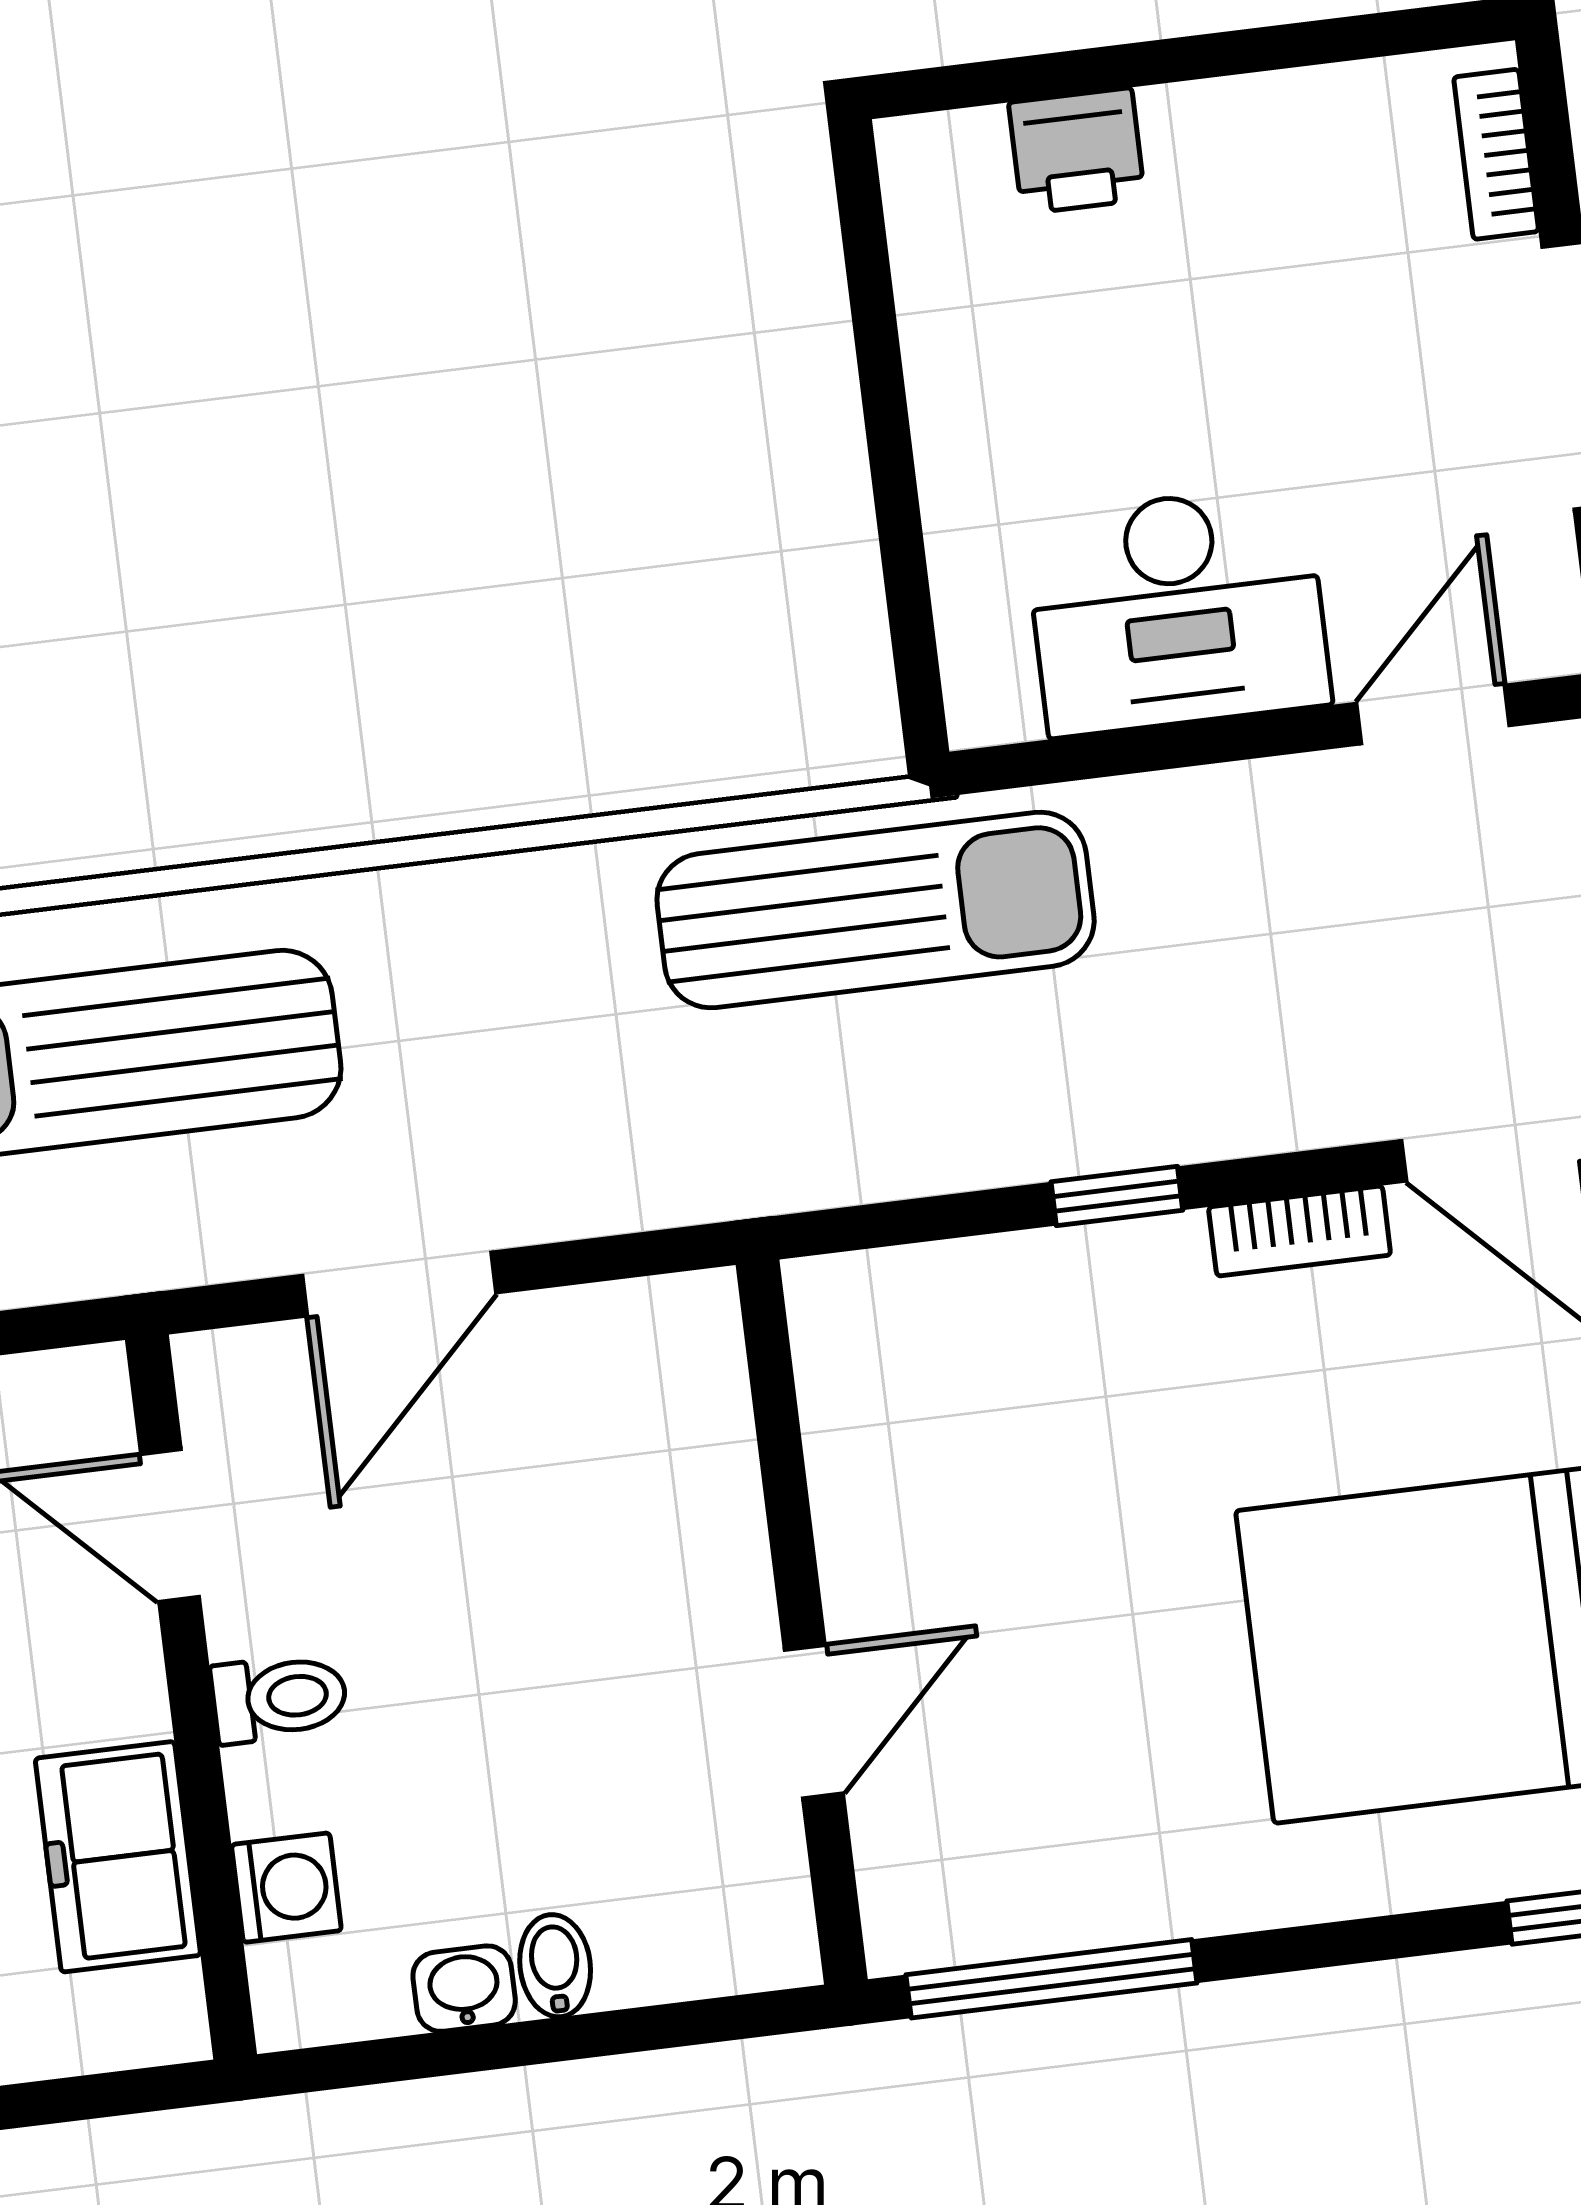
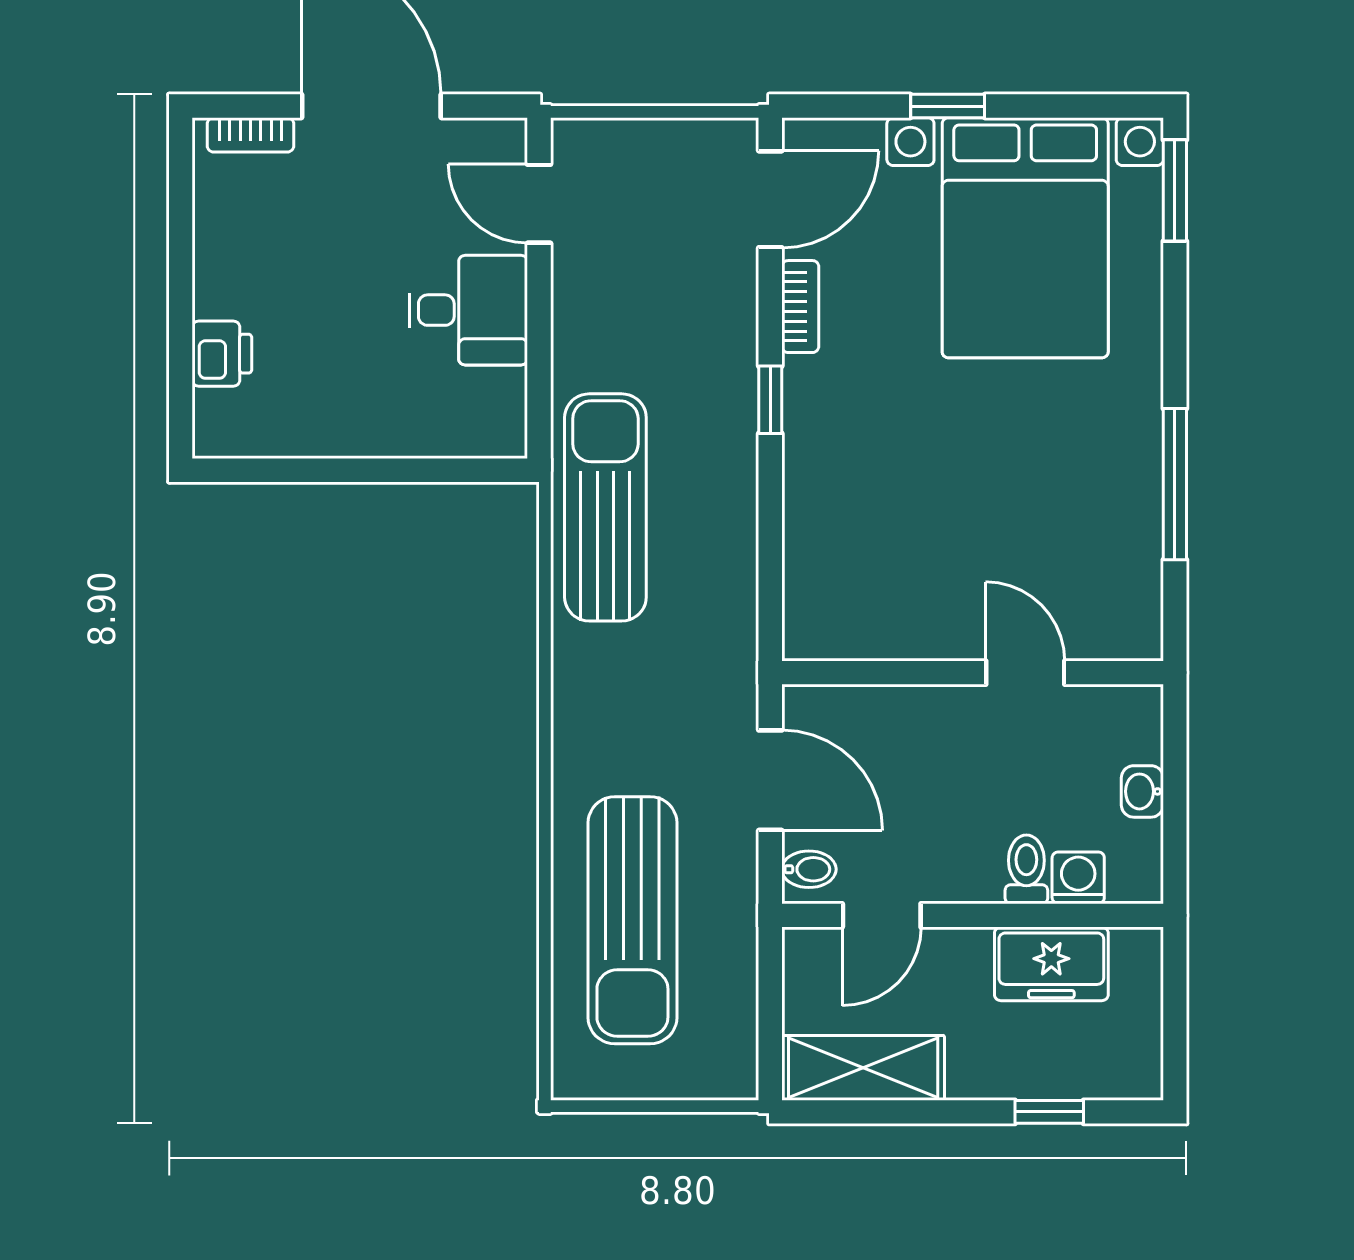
desk: (1177, 610) -> (468, 310), width x0.73
wall: (802, 1622) -> (973, 673), moved
toilet: (279, 1698) -> (1026, 869), moved
door: (814, 1722) -> (1025, 673), moved
bidet: (555, 1966) -> (809, 869), moved, turned 180

